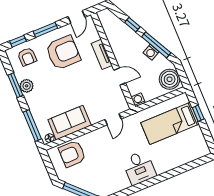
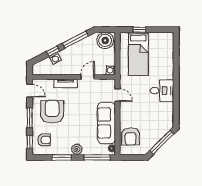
washing machine: (151, 52) -> (55, 58), moved
plant: (27, 86) -> (77, 149), moved
sofa: (70, 123) -> (106, 123), width x1.36

